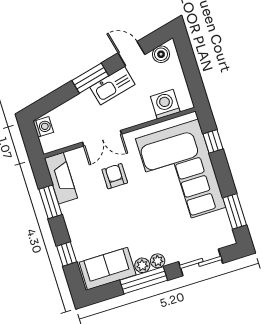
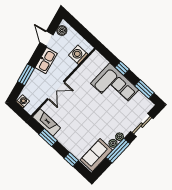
door: (131, 54) -> (47, 39), hinge flipped
window: (90, 78) -> (26, 75), moved
window: (213, 141) -> (122, 68), moved
corner sofa: (181, 173) -> (115, 87), width x0.73, depth x0.74
armchair: (115, 176) -> (73, 106), removed

